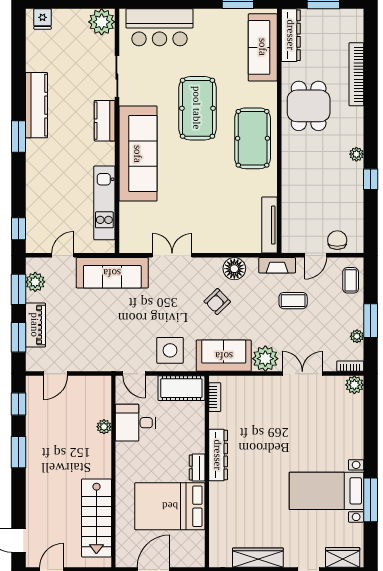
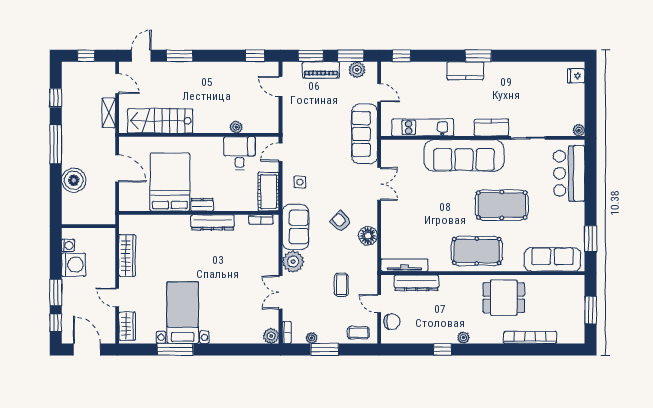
plant: (102, 22) -> (579, 130), width x0.53, depth x0.53
dresser: (291, 35) -> (417, 283), moved
kitchen counter: (36, 105) -> (465, 71), moved, width x0.67
fireplace: (277, 265) -> (371, 271), removed
side table: (170, 350) -> (300, 182), width x0.54, depth x0.54
double door: (302, 374) -> (281, 292), swing flipped
window: (18, 452) -> (180, 56), moved

